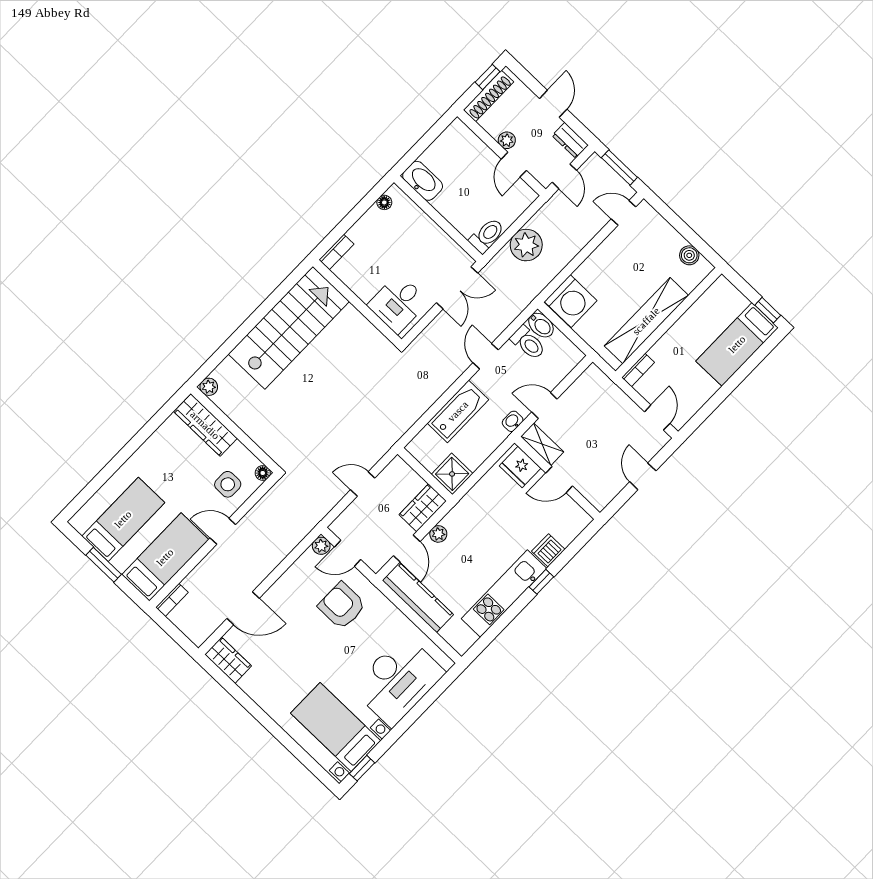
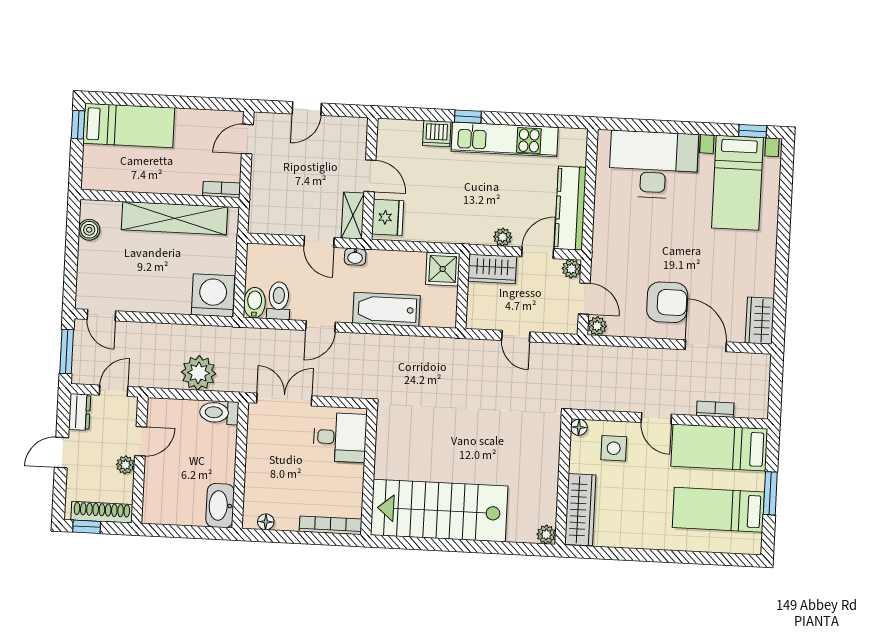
bookcase: (336, 252) -> (331, 525), width x1.56
plant: (376, 562) -> (571, 269), added
bookcase: (172, 600) -> (715, 409), moved
armchair: (342, 606) -> (667, 302), moved, turned -90

